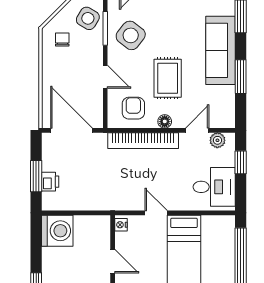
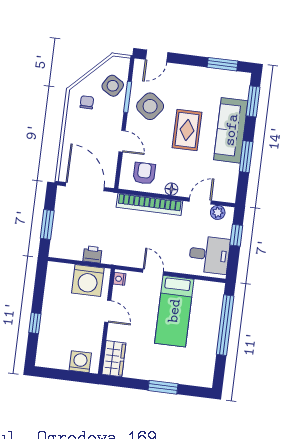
rug: (168, 78) -> (187, 130), moved
printer: (50, 182) -> (92, 254), moved, turned -90
washing machine: (57, 231) -> (88, 280), moved, turned 90

